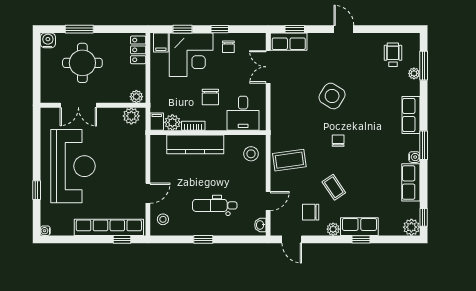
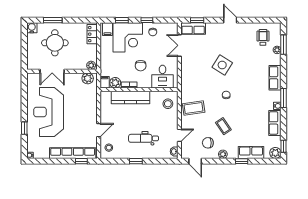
reception desk: (73, 166) -> (49, 112), turned 180
row of seats: (359, 227) -> (251, 153), moved

